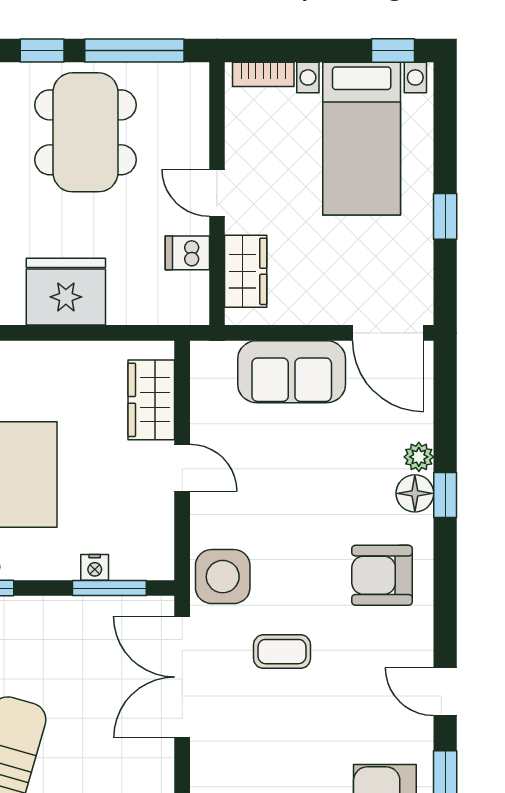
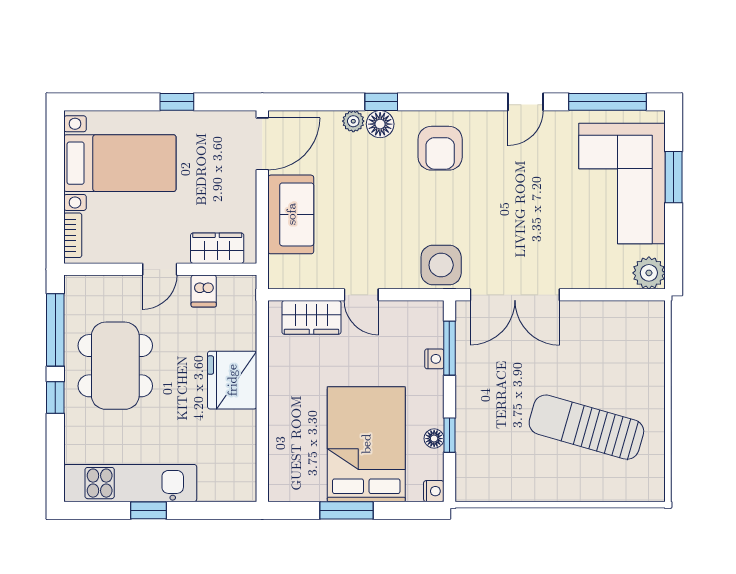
window: (393, 51) -> (55, 140), removed
dining table: (85, 132) -> (115, 366), turned 90
door: (182, 468) -> (361, 295), swing flipped
coffee table: (282, 652) -> (496, 222), removed

